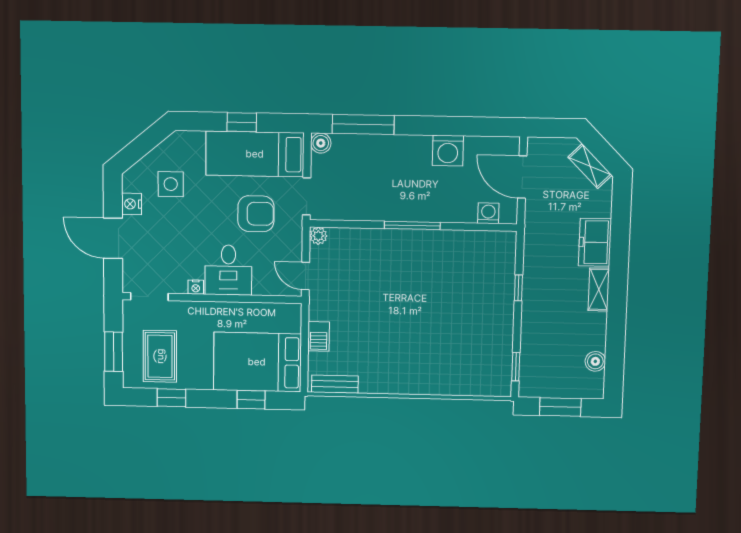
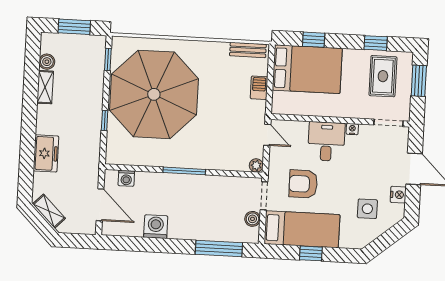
boiler: (321, 143) -> (252, 219), moved
shelving: (599, 289) -> (45, 87), moved
parasol: (455, 324) -> (154, 94), added

